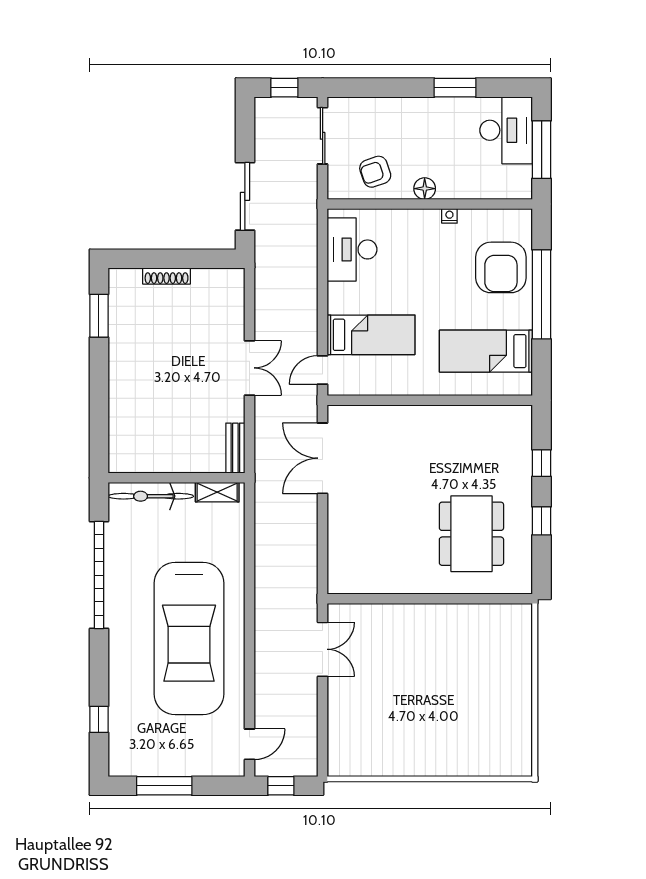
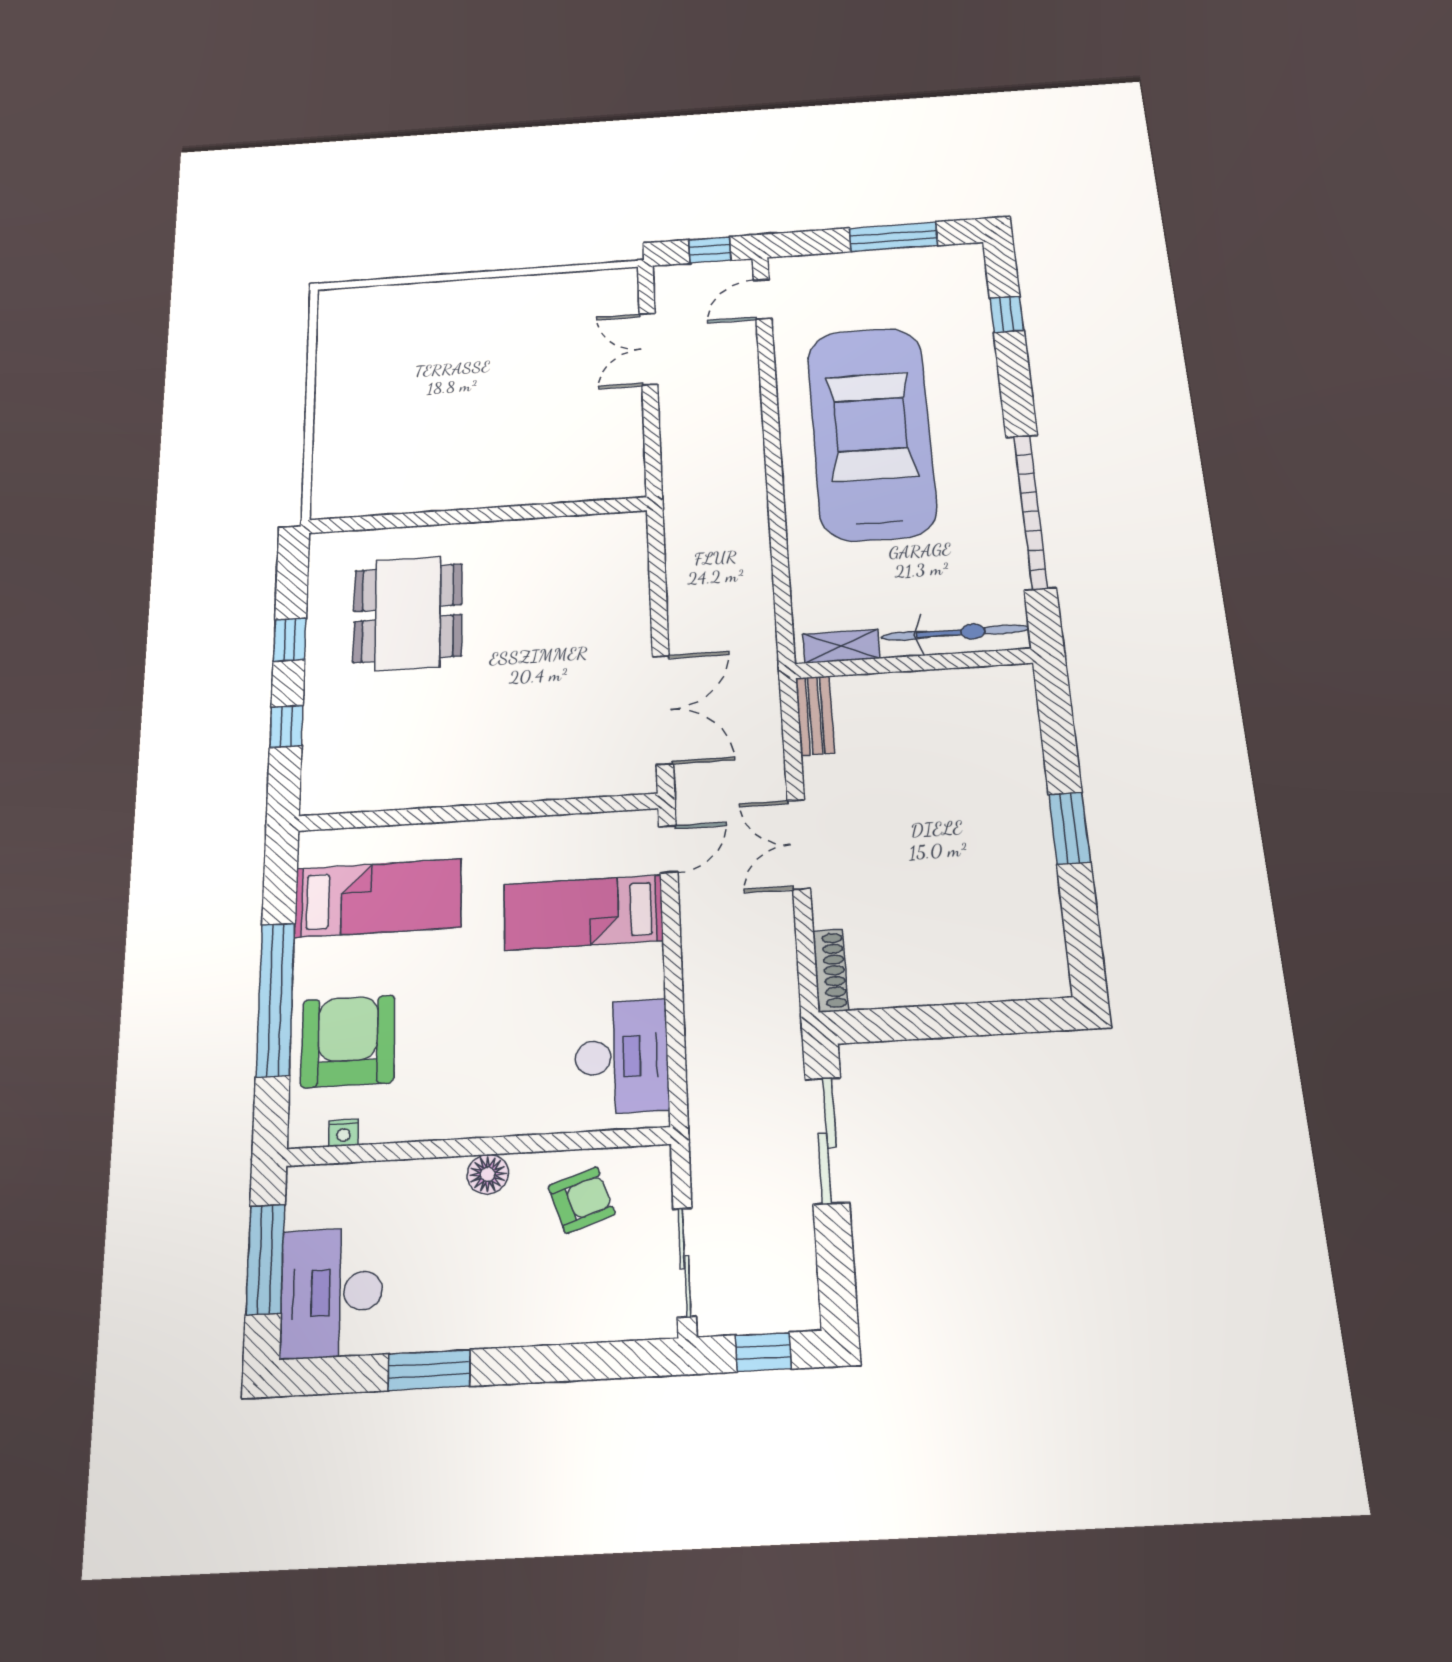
nightstand: (449, 216) -> (343, 1133), moved
shoe rack: (167, 276) -> (830, 971), moved, turned 90
window: (99, 316) -> (1069, 828), moved
double door: (323, 649) -> (648, 349), moved

